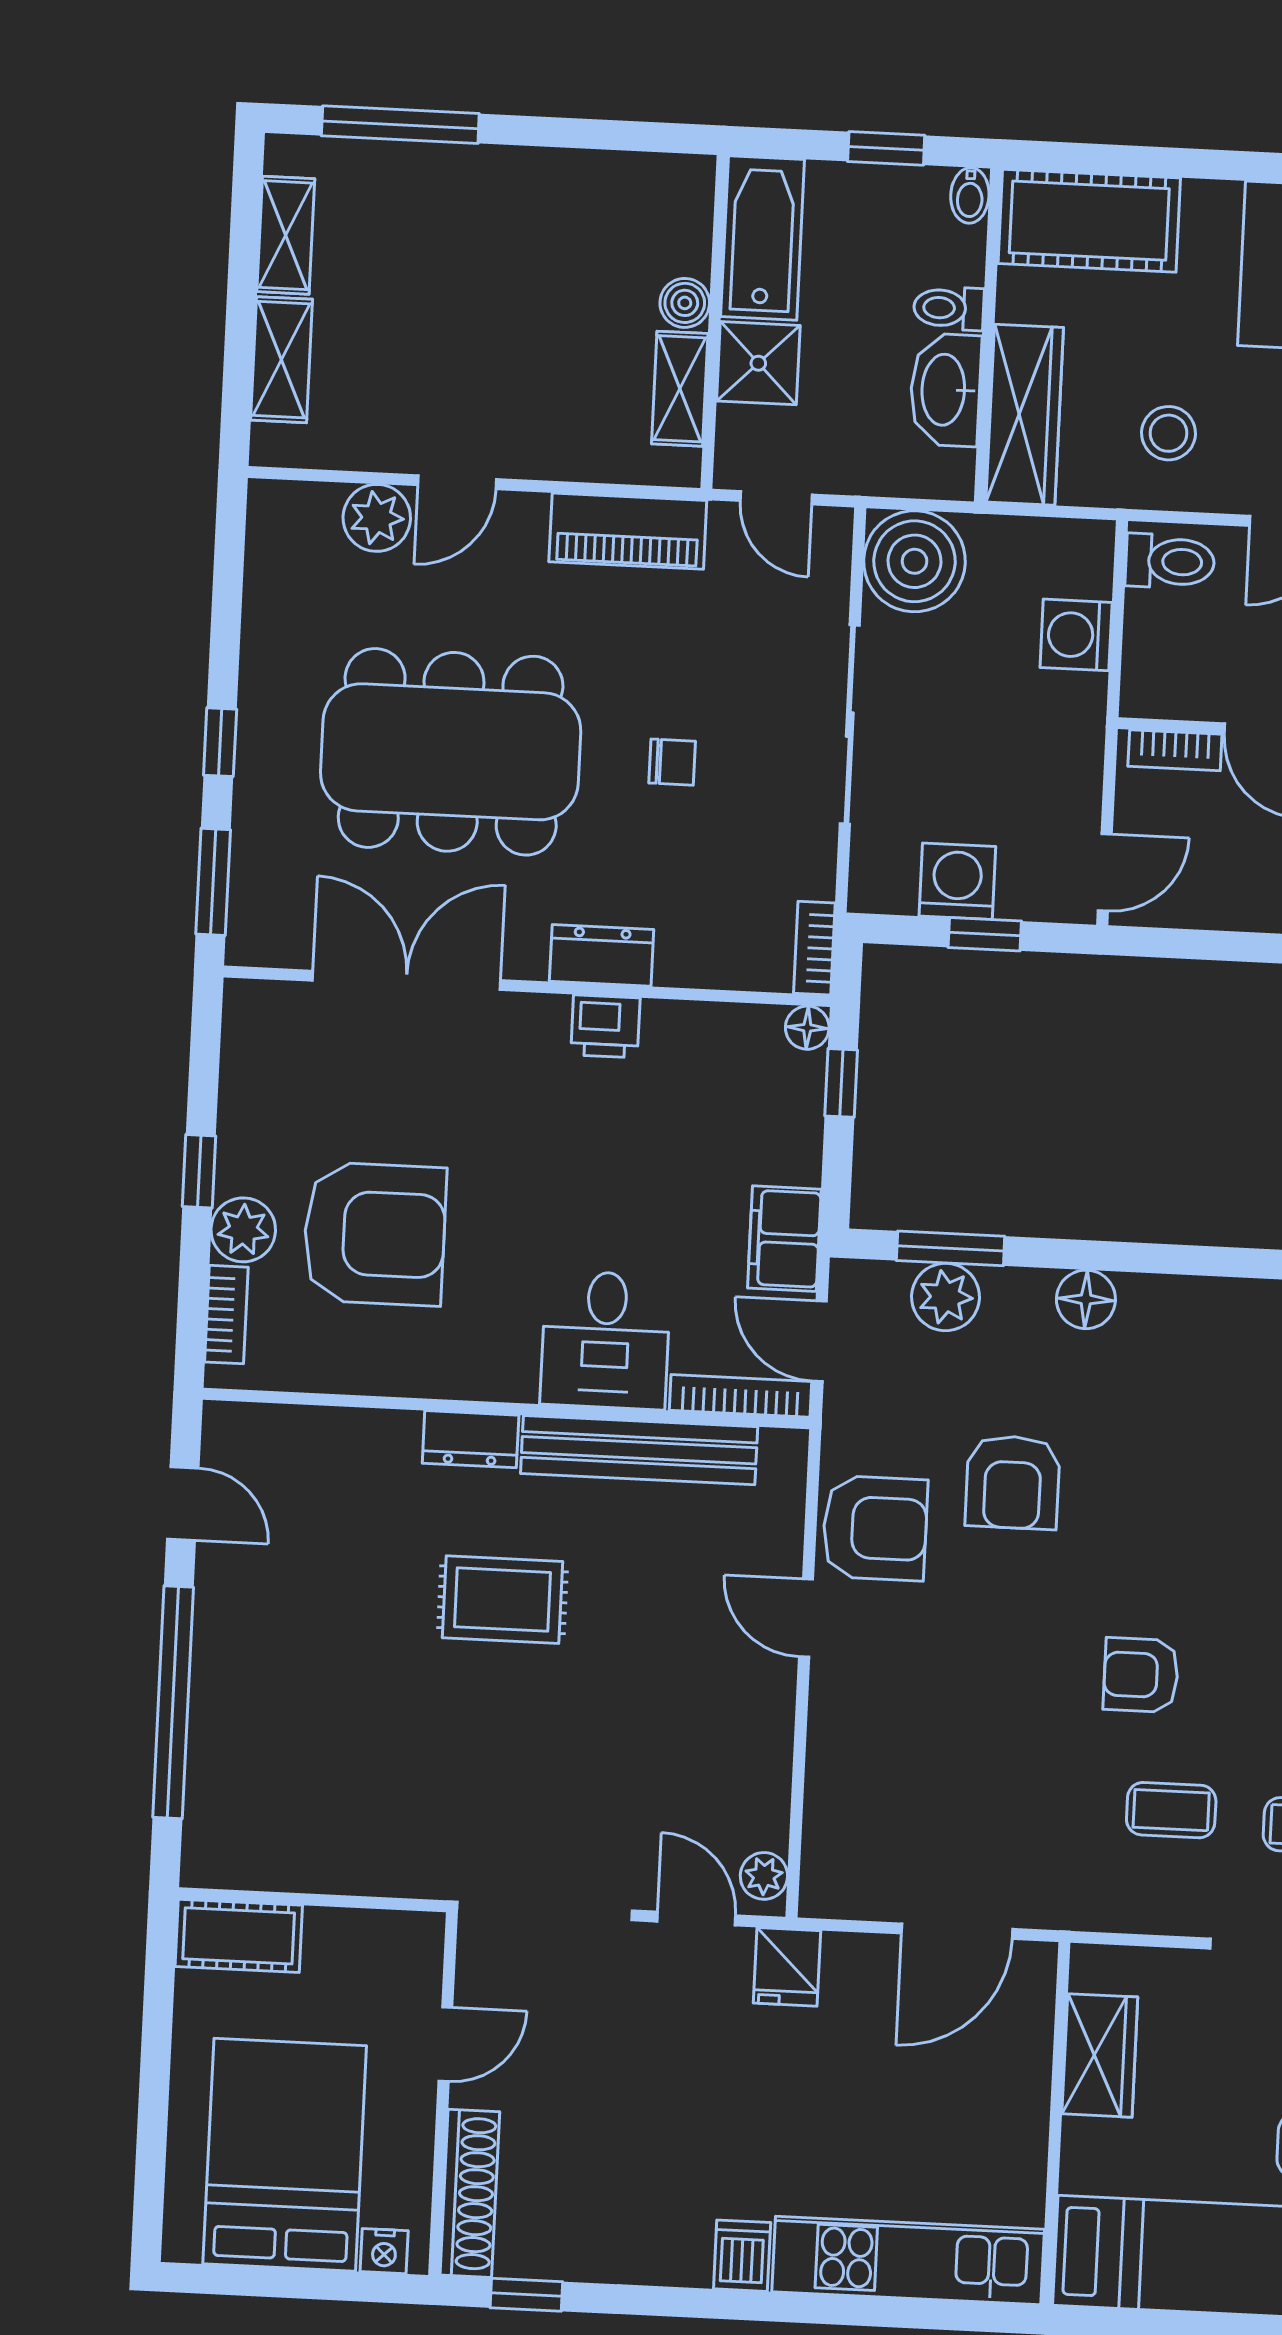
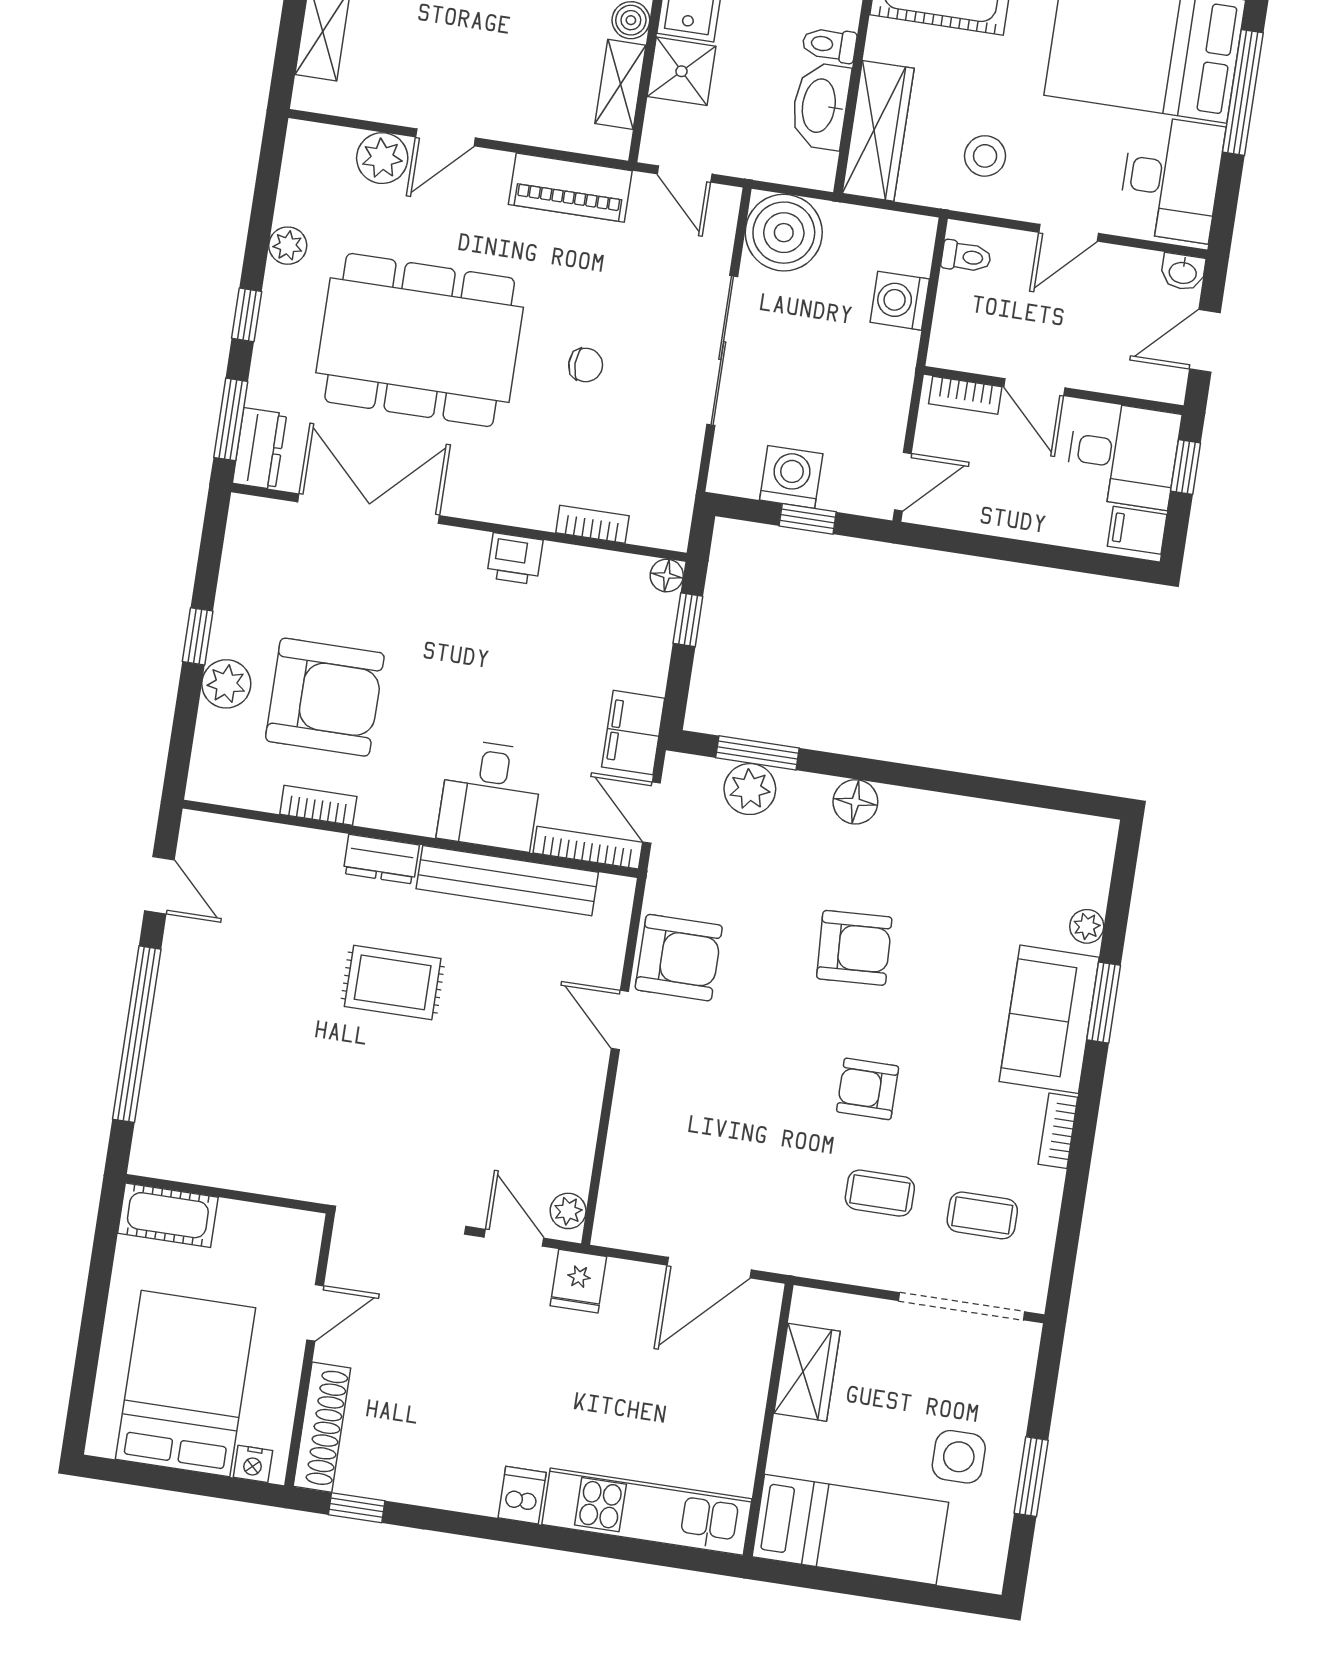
toilet: (1170, 561) -> (966, 257), width x0.73, depth x0.72
plant: (265, 646) -> (288, 246), added
bookcase: (814, 948) -> (592, 524), moved, turned 90
dresser: (602, 955) -> (260, 449), moved, turned 90
bookcase: (226, 1315) -> (318, 805), moved, turned -90
armchair: (1013, 1482) -> (854, 948), moved, turned -93

